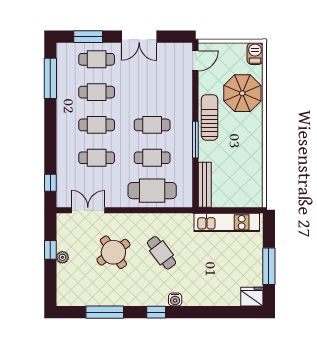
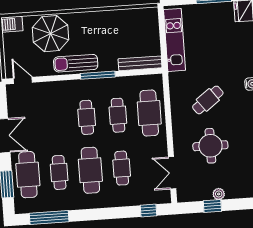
cafe table: (97, 59) -> (28, 175), width x1.37, depth x1.35
cafe table: (97, 125) -> (90, 170), width x1.37, depth x1.35
round table: (113, 252) -> (210, 146), turned 35

